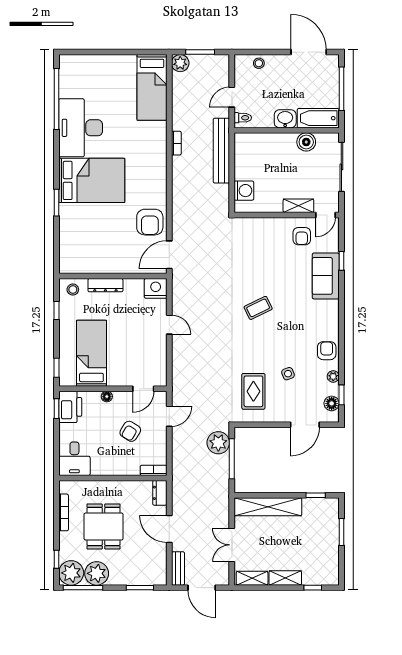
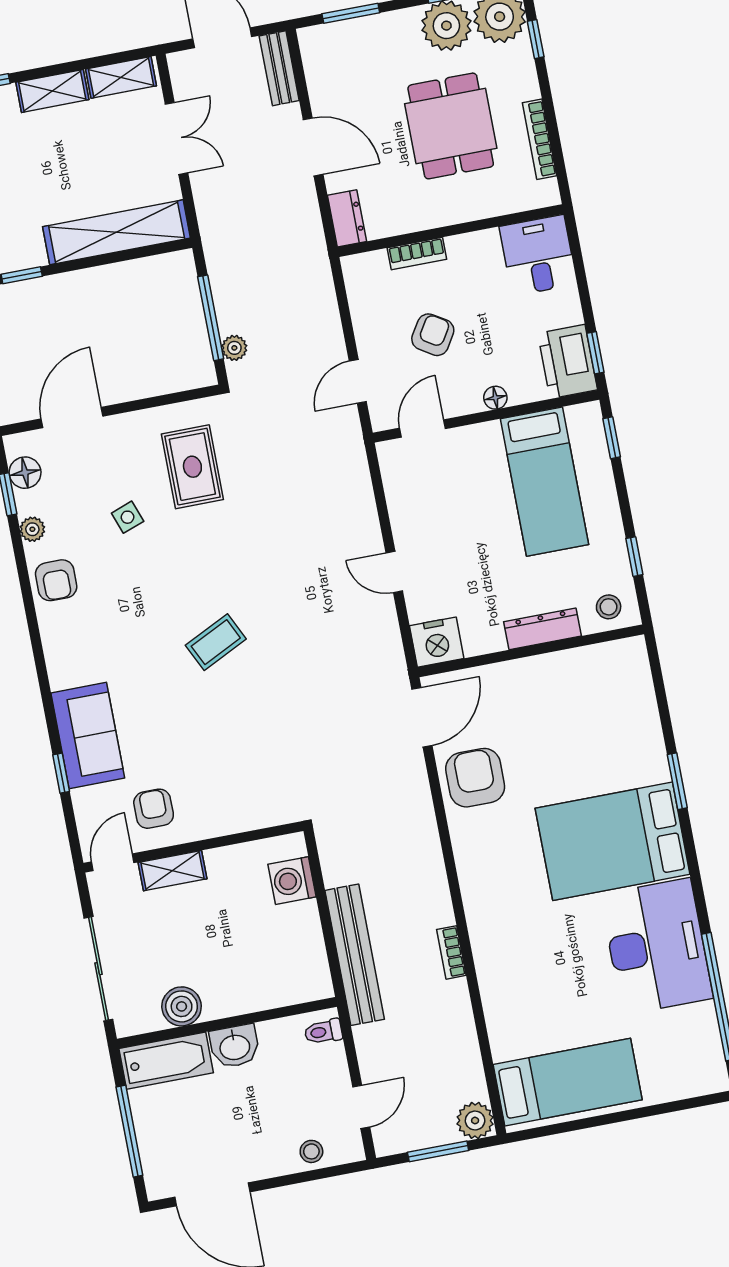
bed: (152, 87) -> (568, 1082), moved, turned 90
door: (232, 97) -> (361, 1107), moved
plant: (218, 443) -> (234, 348), width x0.53, depth x0.53
bookcase: (154, 470) -> (417, 254), moved

